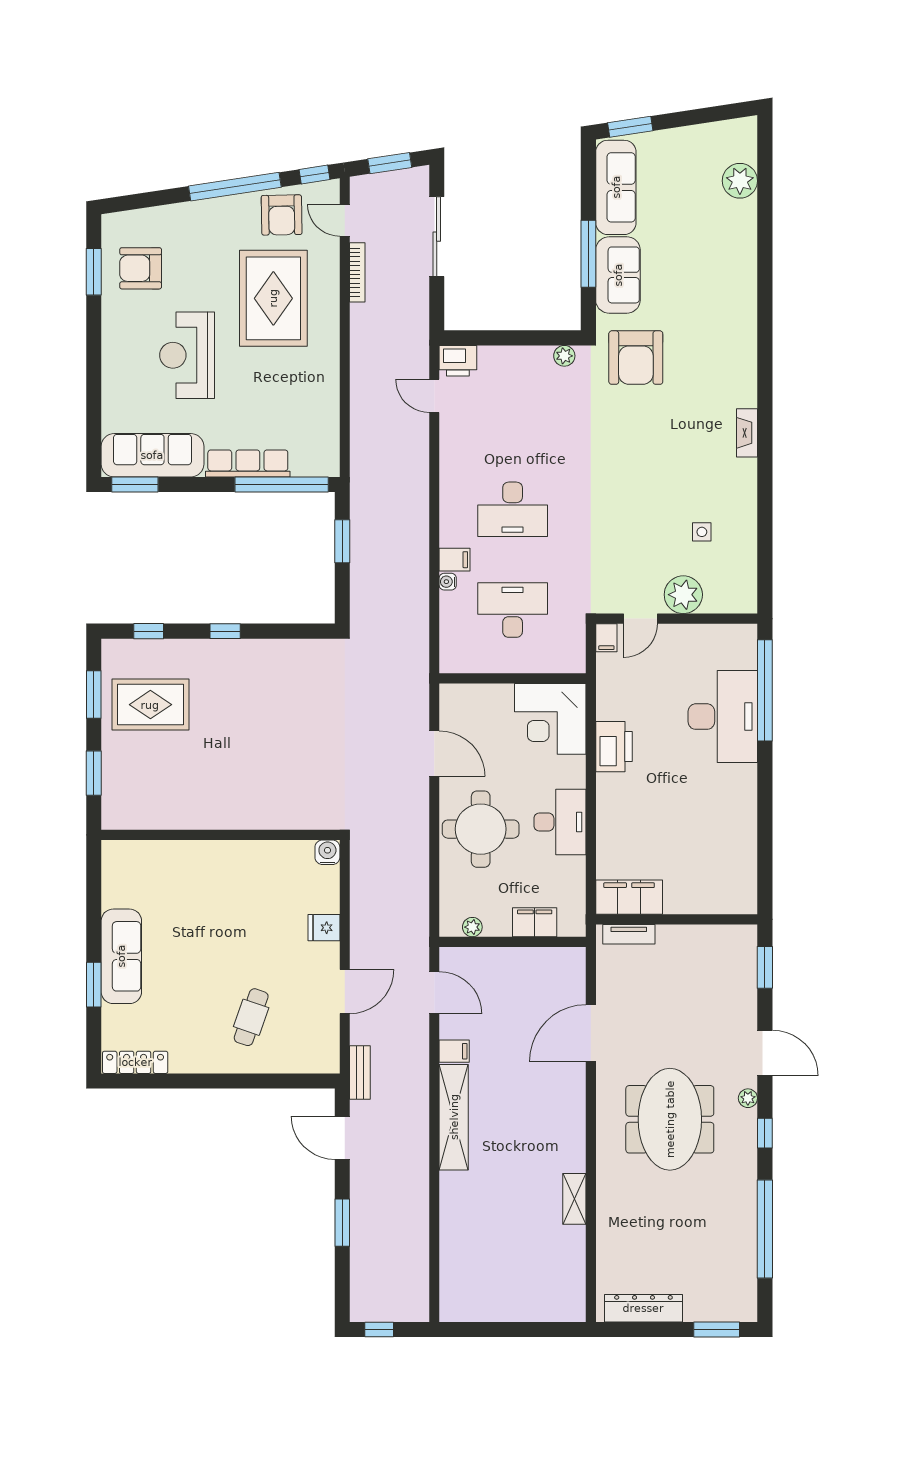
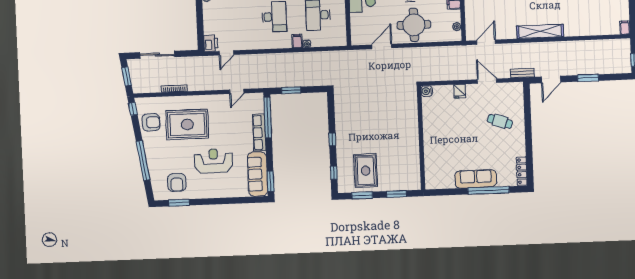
window: (235, 187) -> (143, 160), moved
door: (345, 220) -> (237, 91), moved
reception desk: (187, 355) -> (213, 161), turned 180
window: (94, 985) -> (489, 190), width x2.11
filing cabinet: (454, 1051) -> (625, 28), moved

